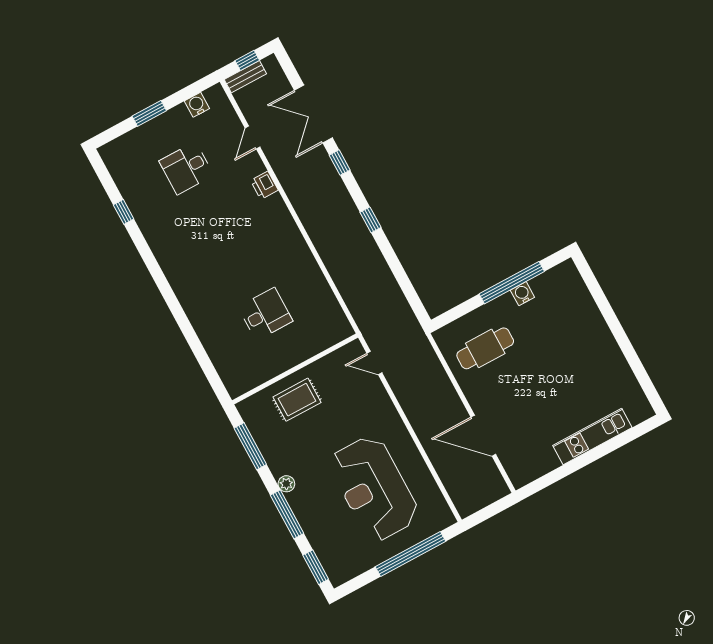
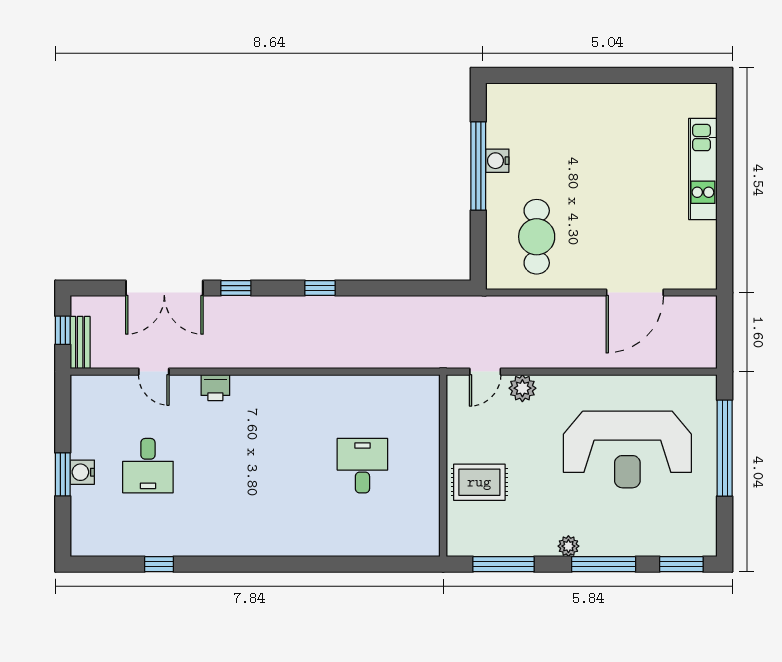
water cooler: (197, 105) -> (82, 472), moved
plant: (377, 394) -> (522, 388), added
rug: (297, 400) -> (479, 482), turned 90

